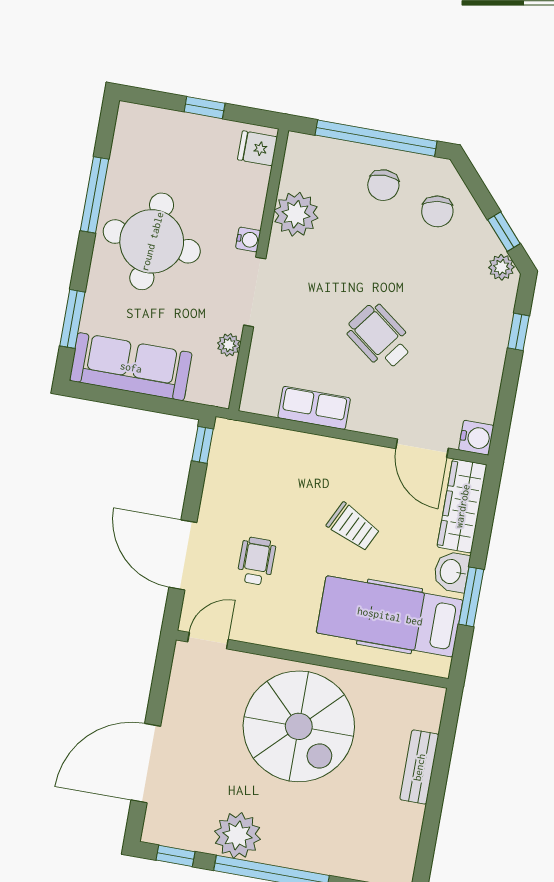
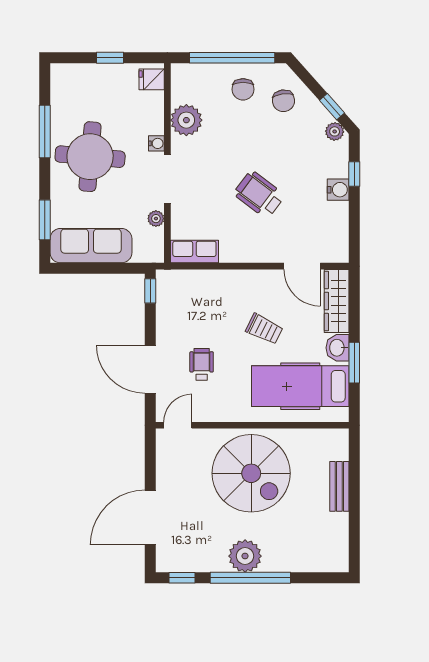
row of seats: (314, 408) -> (194, 252), moved
water cooler: (476, 438) -> (338, 190), moved
plant: (238, 835) -> (245, 556), moved

